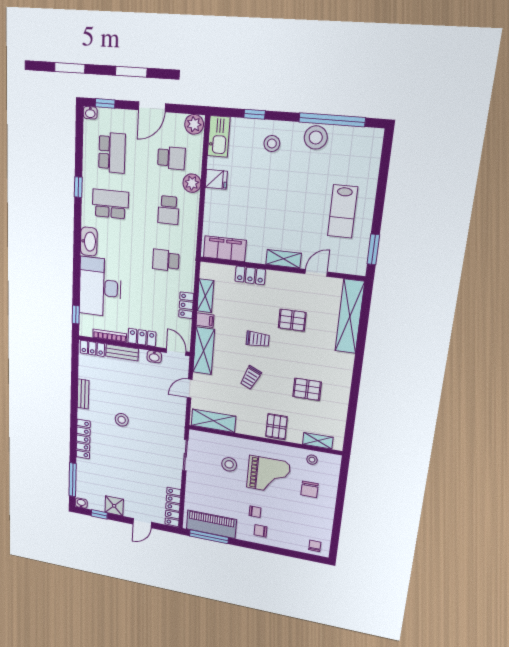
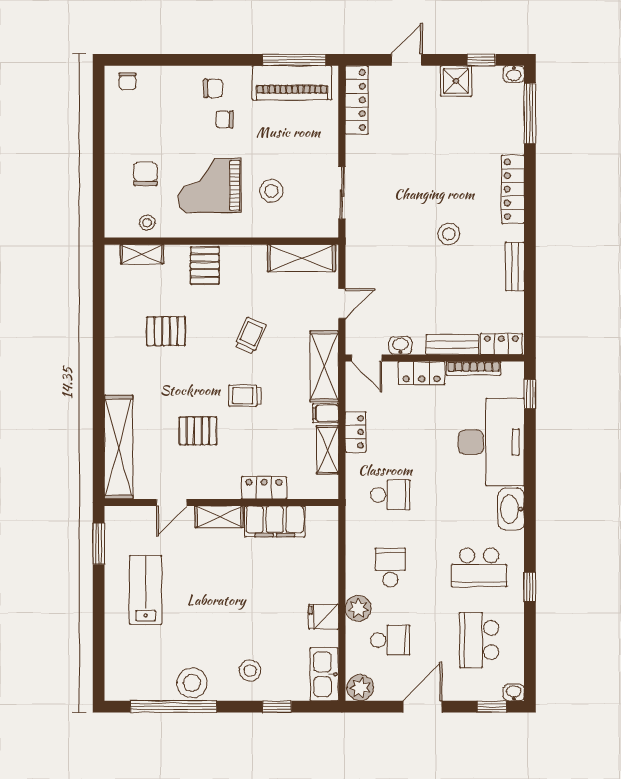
school desk: (171, 158) -> (390, 640), turned 180
filing cabinet: (225, 249) -> (275, 522), moved

